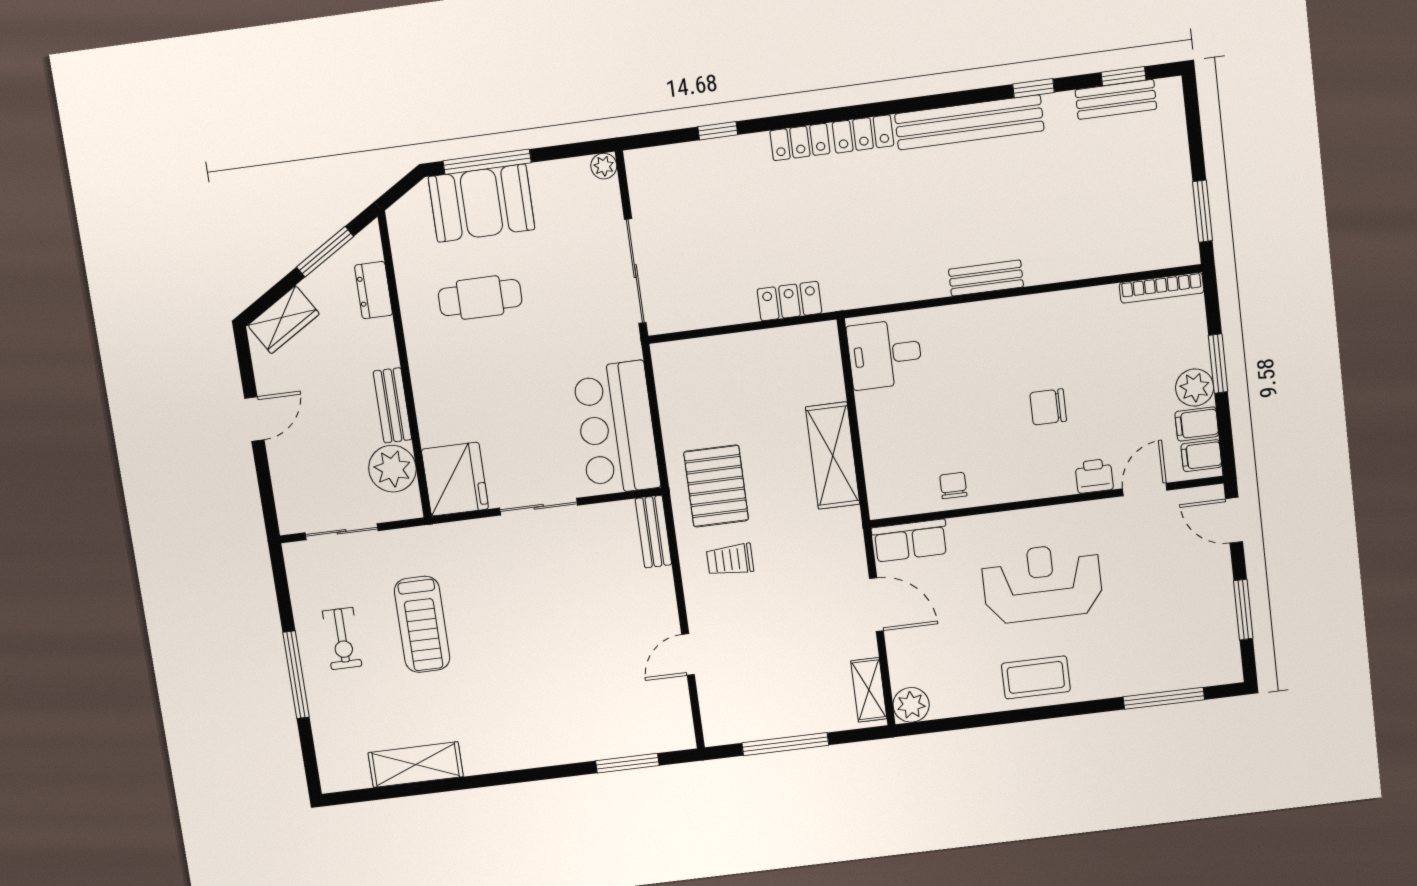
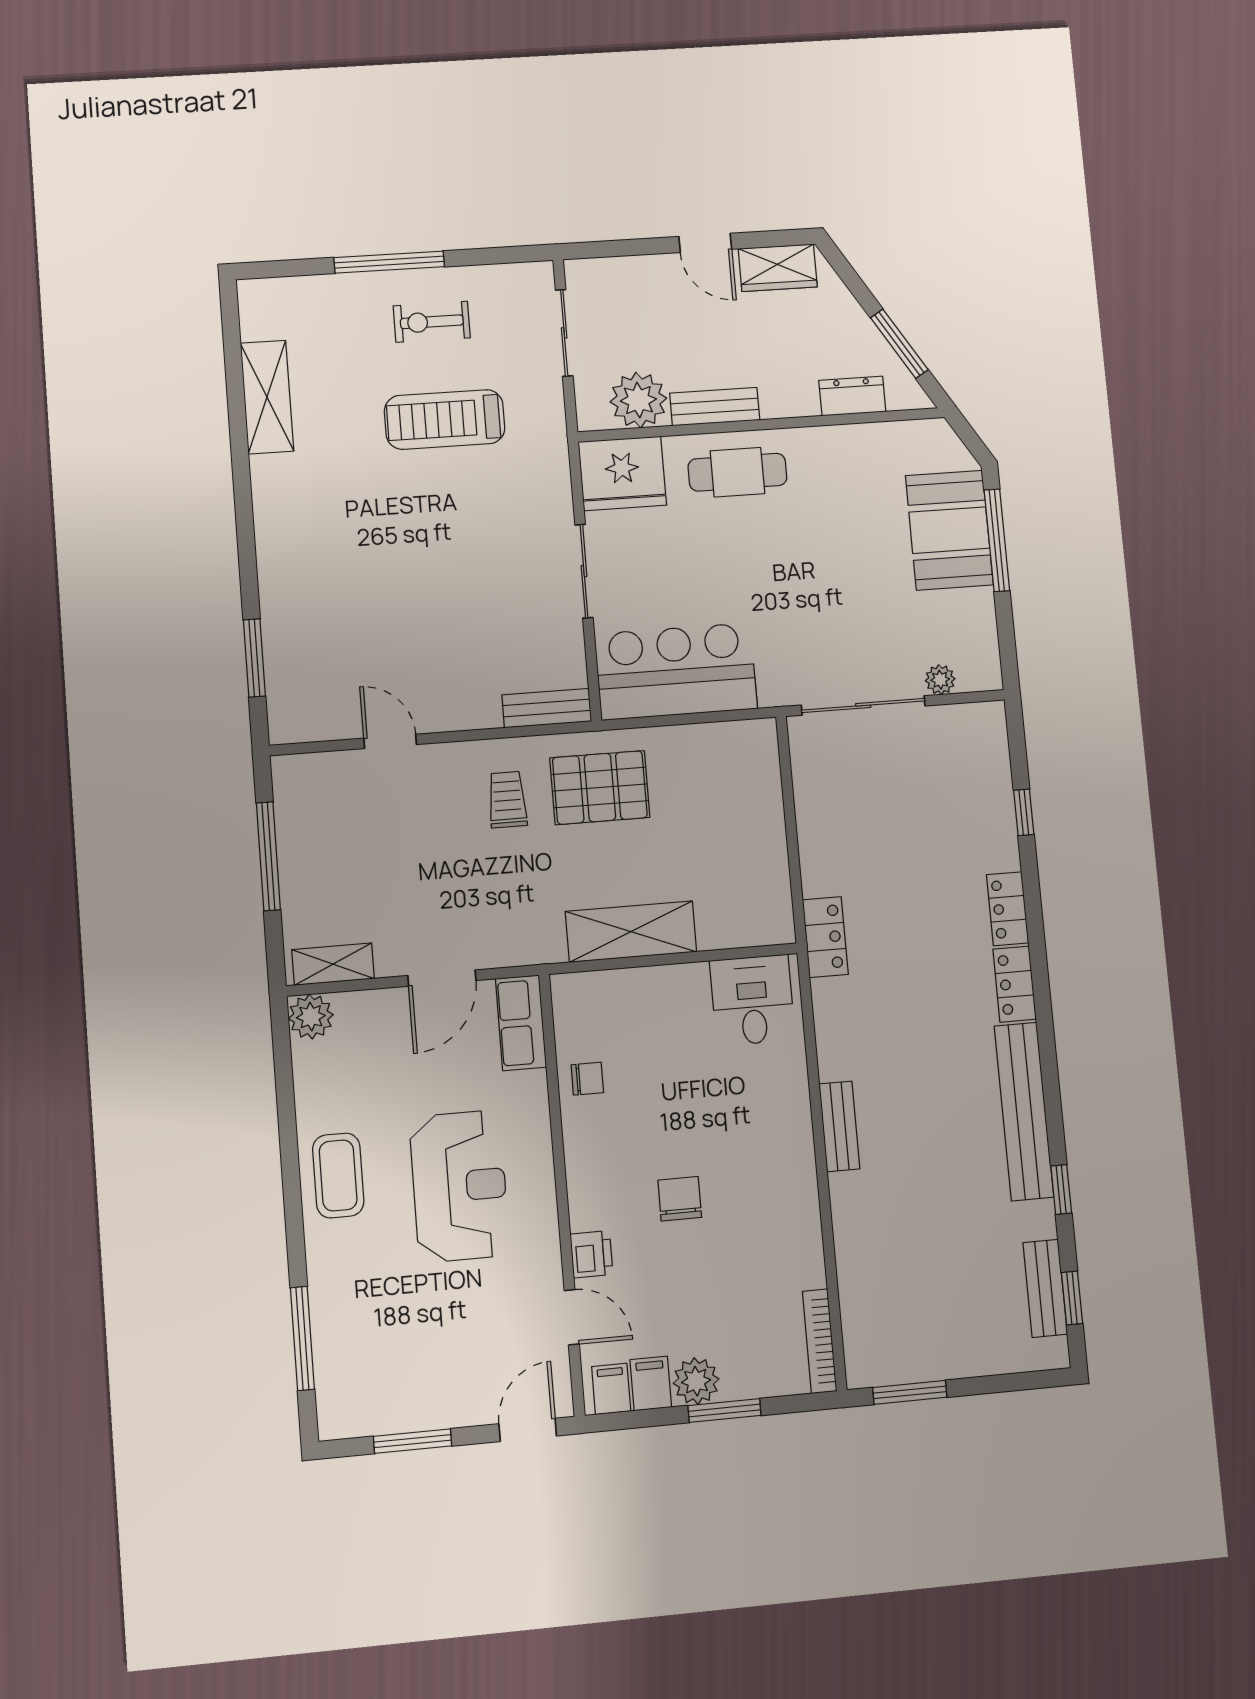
plant: (604, 166) -> (940, 680), moved
cafe table: (480, 298) -> (737, 472), moved, turned 90
locker: (789, 301) -> (825, 937), moved
wardrobe: (283, 320) -> (778, 268), moved, turned -58

